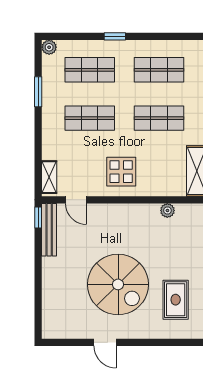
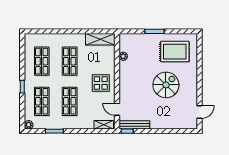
door: (76, 200) -> (117, 109), swing flipped
spiral stairs: (118, 284) -> (166, 85), width x0.73, depth x0.73
rug: (176, 300) -> (175, 52), width x1.36, depth x1.43
door: (105, 342) -> (199, 112), moved

